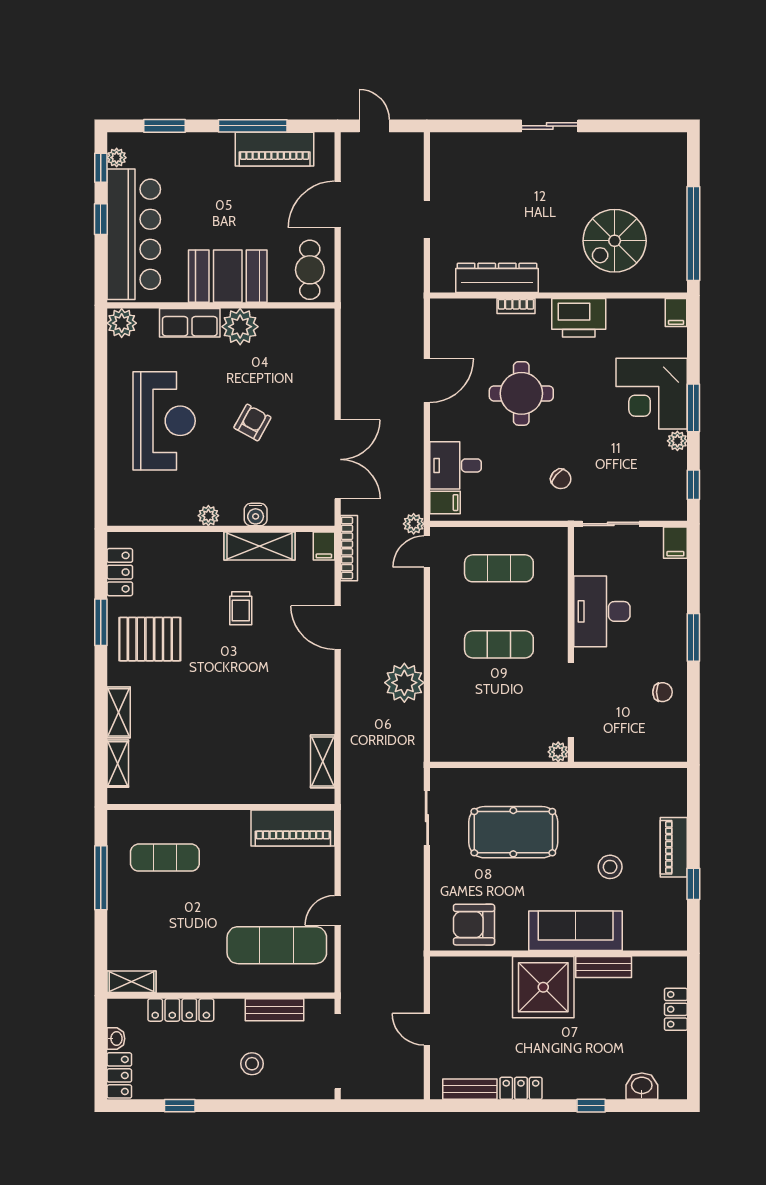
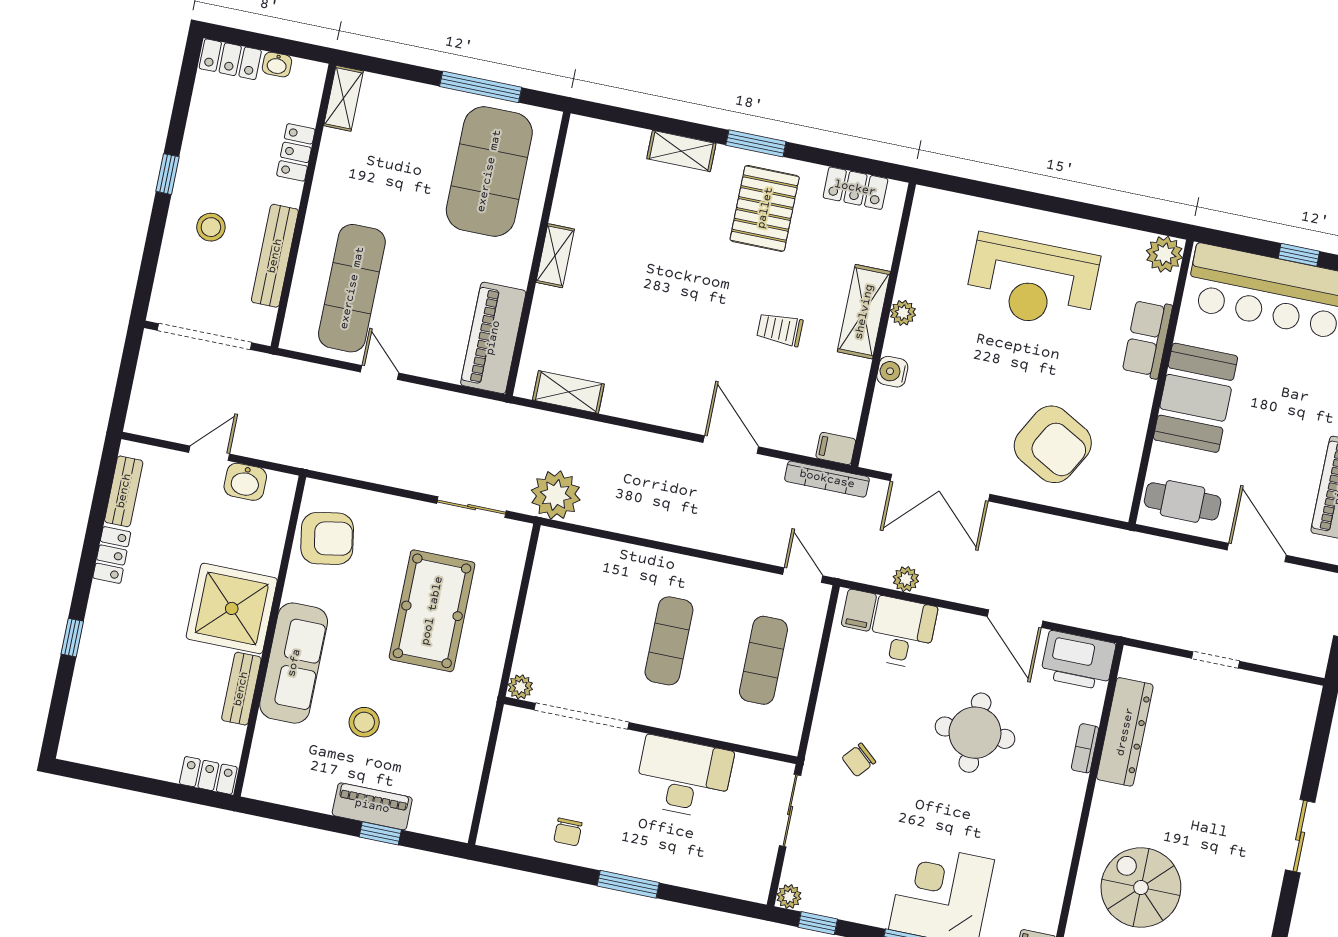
printer: (579, 318) -> (1078, 660), moved, turned -90
plant: (240, 327) -> (1130, 400), removed
armchair: (252, 423) -> (1053, 444), moved, width x1.88, depth x1.88
plant: (677, 441) -> (789, 896), moved
plant: (414, 524) -> (906, 579), moved
filing cabinet: (675, 543) -> (750, 886), removed
shelving: (259, 546) -> (864, 312), moved
window: (101, 622) -> (756, 143), moved
door: (338, 628) -> (731, 445), hinge flipped
plant: (404, 683) -> (556, 495), moved
shelving: (118, 764) -> (555, 256), moved, turned 90
exercise mat: (165, 858) -> (489, 171), width x2.00, depth x1.45
window: (693, 884) -> (380, 833), moved
armchair: (474, 925) -> (327, 538), turned 80
locker: (676, 1009) -> (208, 775), moved
locker: (181, 1010) -> (296, 152), width x0.66
bench: (275, 1010) -> (275, 256), width x1.36
washbasin: (642, 1086) -> (245, 482), moved, turned 90
window: (180, 1106) -> (167, 174), moved

